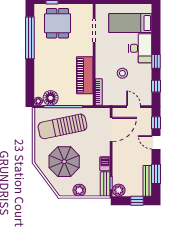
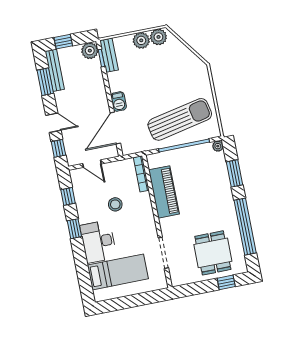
window: (30, 79) -> (235, 173), added
floor lamp: (51, 98) -> (203, 154), removed
parasol: (64, 162) -> (168, 74), removed
barbecue: (105, 164) -> (119, 101), moved
plant: (66, 190) -> (158, 37), added

